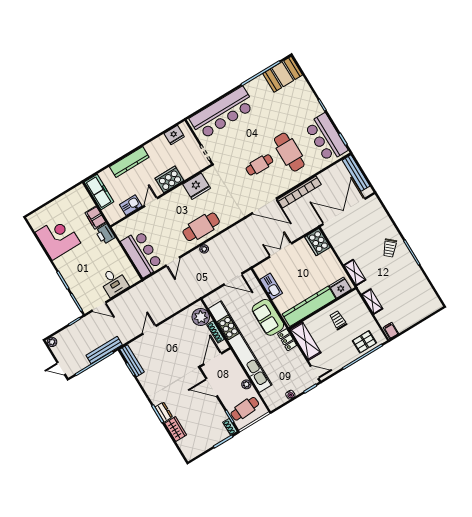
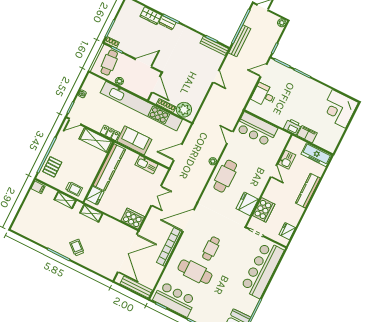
cooker: (169, 179) -> (264, 210), moved
corner desk: (58, 238) -> (339, 109), moved, turned 90
trolley: (338, 320) -> (74, 189), moved

